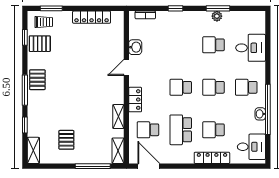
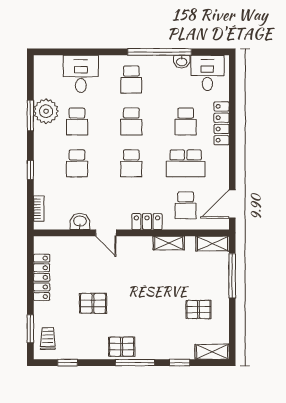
plant: (217, 16) -> (46, 111), width x1.87, depth x1.87
pallet: (40, 44) -> (93, 303), moved, turned 90
school desk: (181, 45) -> (77, 163), added
washbasin: (260, 114) -> (182, 62), moved

